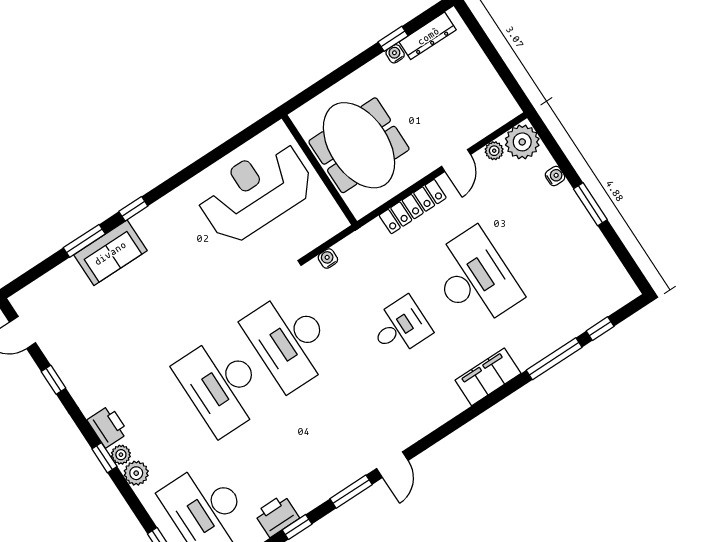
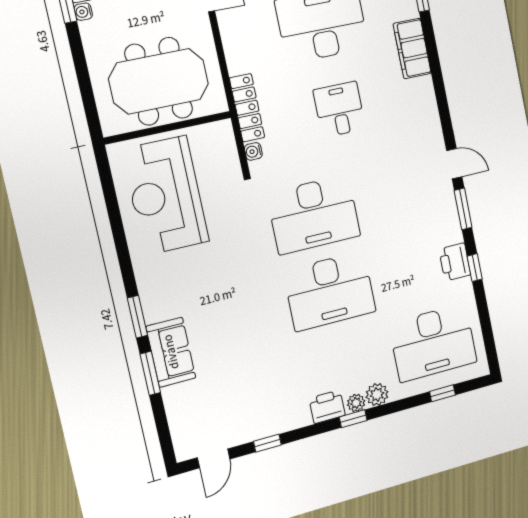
locker: (413, 207) -> (247, 108), moved
window: (133, 209) -> (137, 317), width x1.50
printer: (277, 516) -> (455, 262), moved

